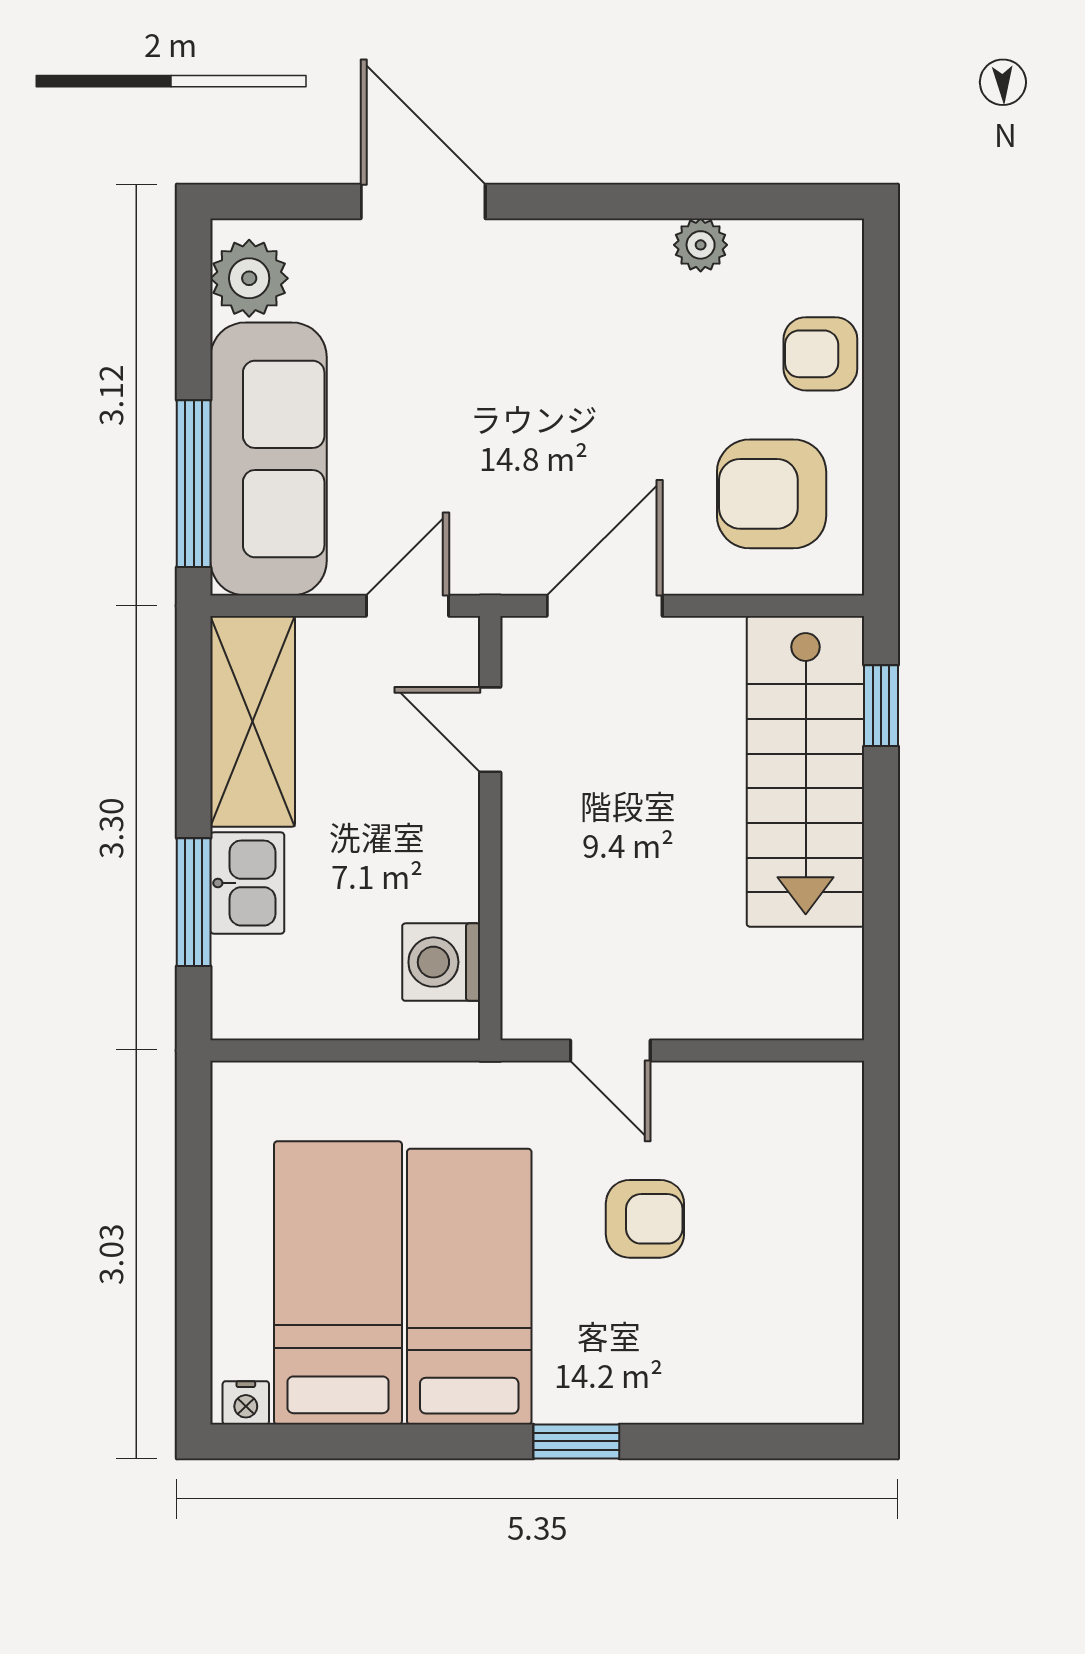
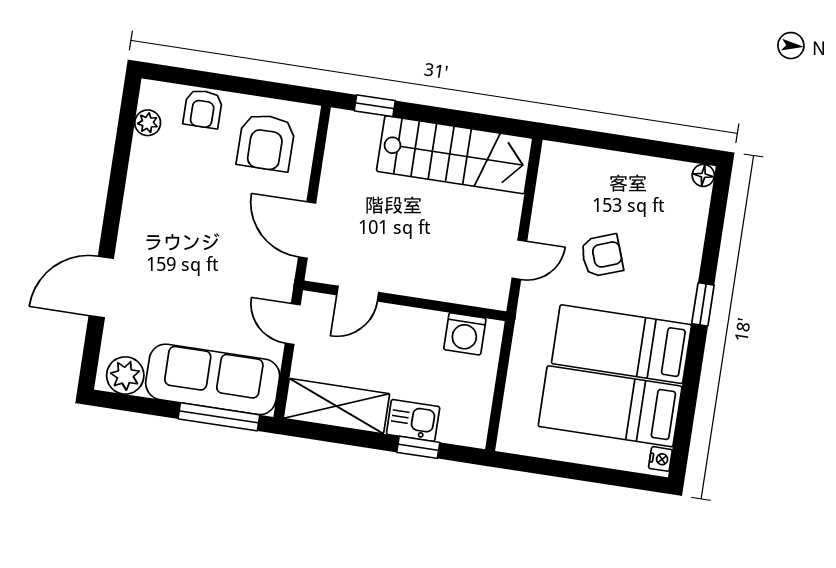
plant: (701, 245) -> (148, 123), moved
stairs: (806, 771) -> (455, 155), moved
window: (194, 902) -> (418, 447), width x0.67
armchair: (645, 1219) -> (602, 256), turned 70
floor lamp: (841, 1402) -> (703, 175), added

